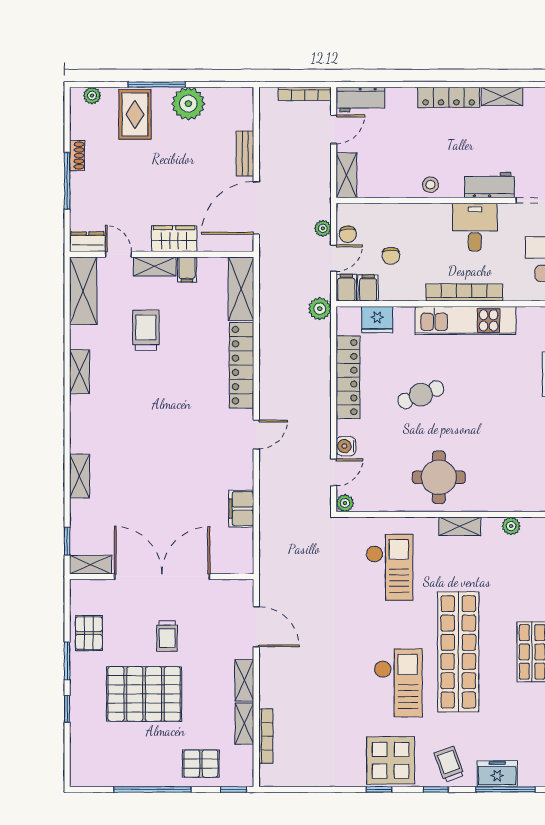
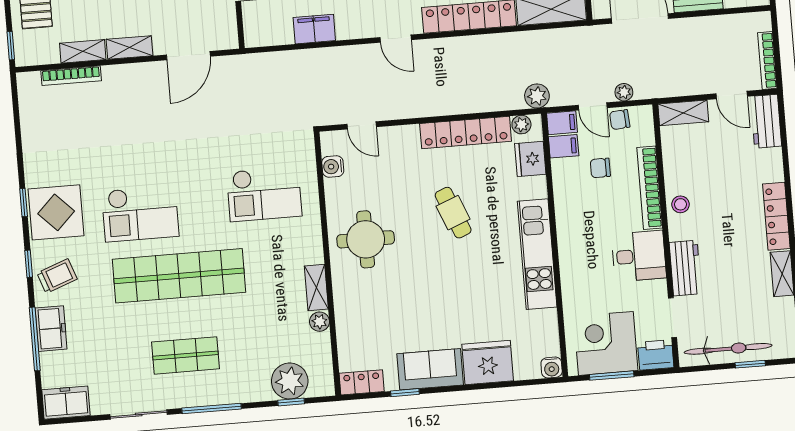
bookcase: (464, 292) -> (650, 188), moved, turned 180
water cooler: (346, 446) -> (333, 167), moved, turned -90
plant: (345, 503) -> (521, 125), moved
shelving: (460, 526) -> (316, 288), moved

